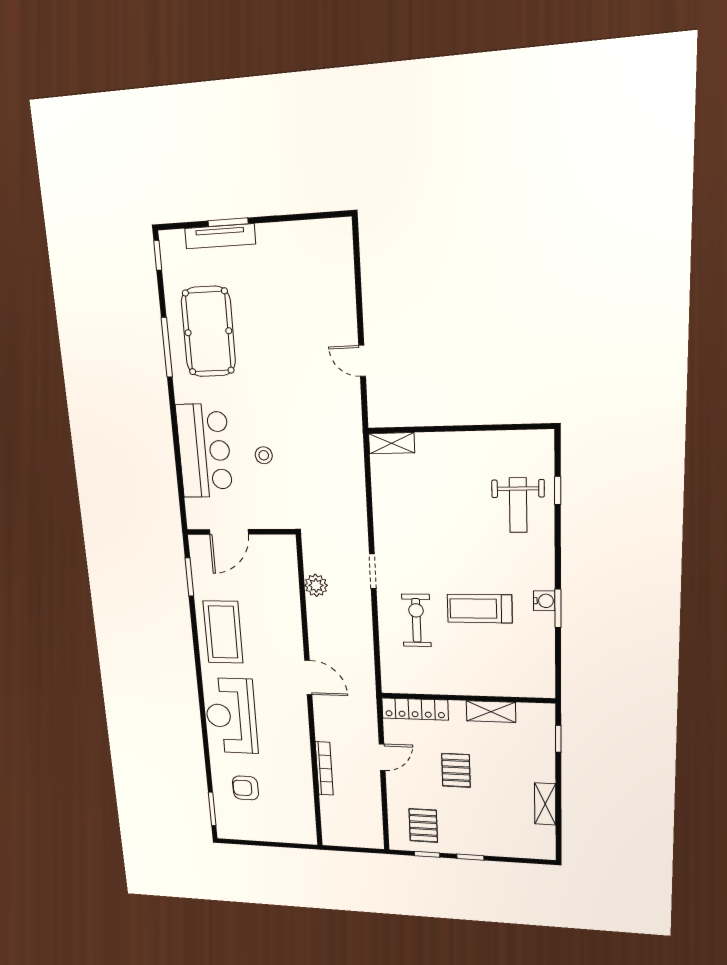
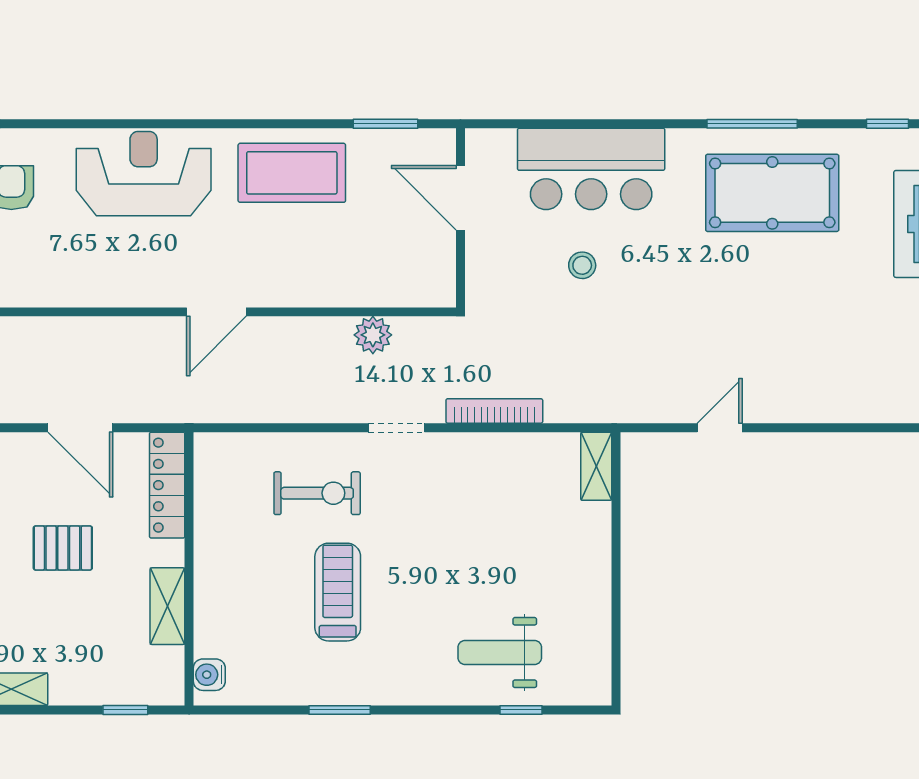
water cooler: (544, 601) -> (209, 675), moved, turned 90
door: (382, 757) -> (80, 428), width x1.38
bookcase: (324, 768) -> (494, 411), moved, turned 180

